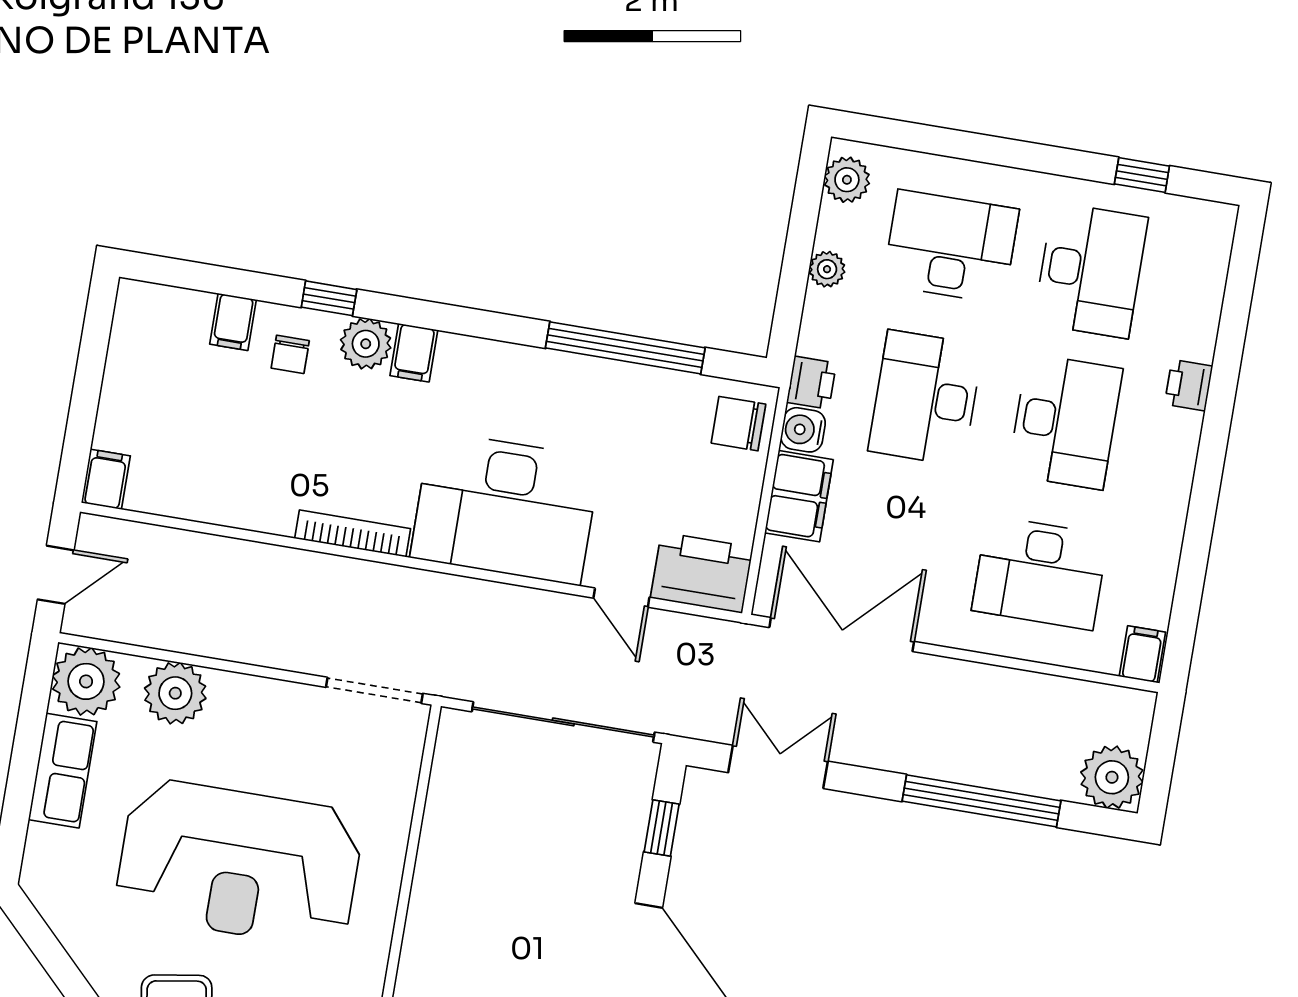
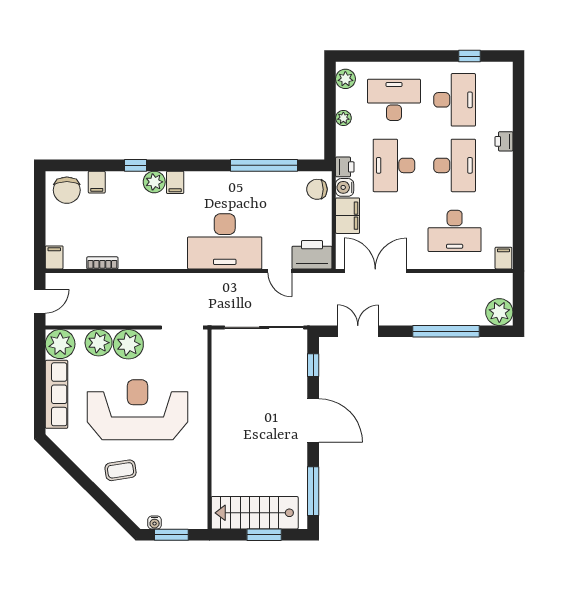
chair: (290, 354) -> (67, 190), moved, width x1.87, depth x1.87
bookcase: (353, 533) -> (102, 263), moved, width x0.64
plant: (243, 708) -> (128, 344), added
row of seats: (63, 771) -> (57, 394), width x1.48
reception desk: (239, 863) -> (137, 410), turned 180

